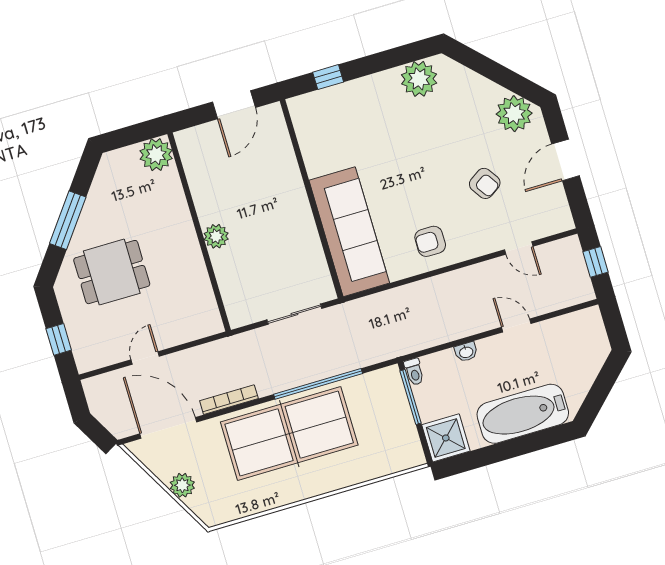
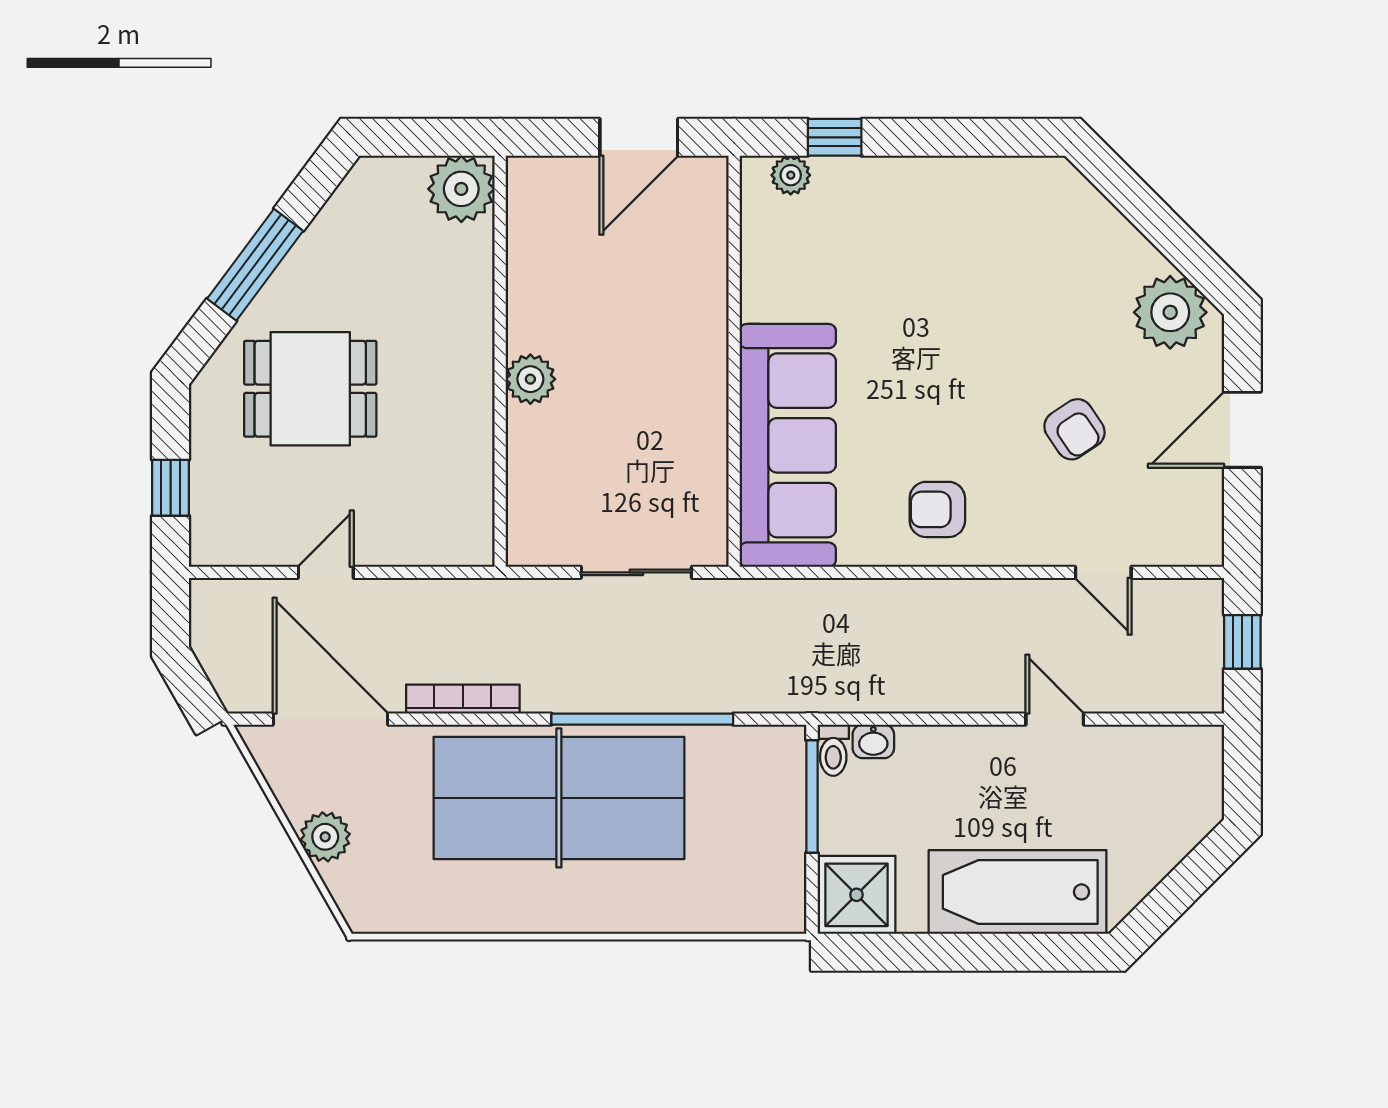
plant: (419, 79) -> (791, 175), moved, width x0.53, depth x0.53
washbasin: (466, 352) -> (873, 741), moved

